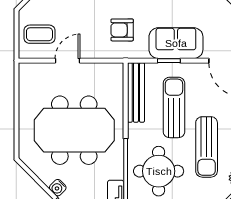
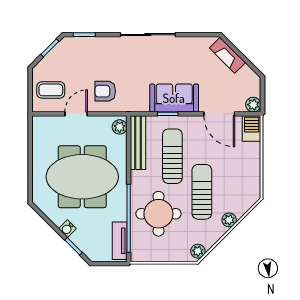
armchair: (122, 30) -> (105, 91), moved
plant: (116, 75) -> (120, 127), added
sun lounger: (207, 147) -> (202, 192), turned 180

